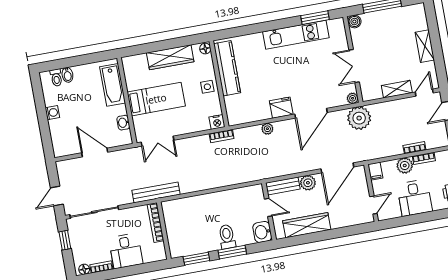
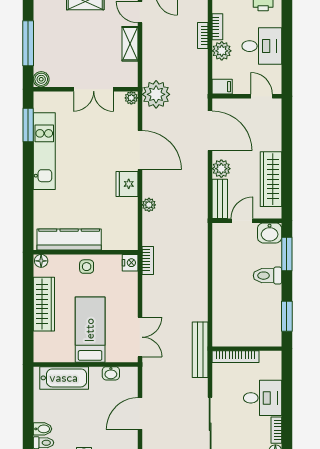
window: (232, 252) -> (287, 254), moved

